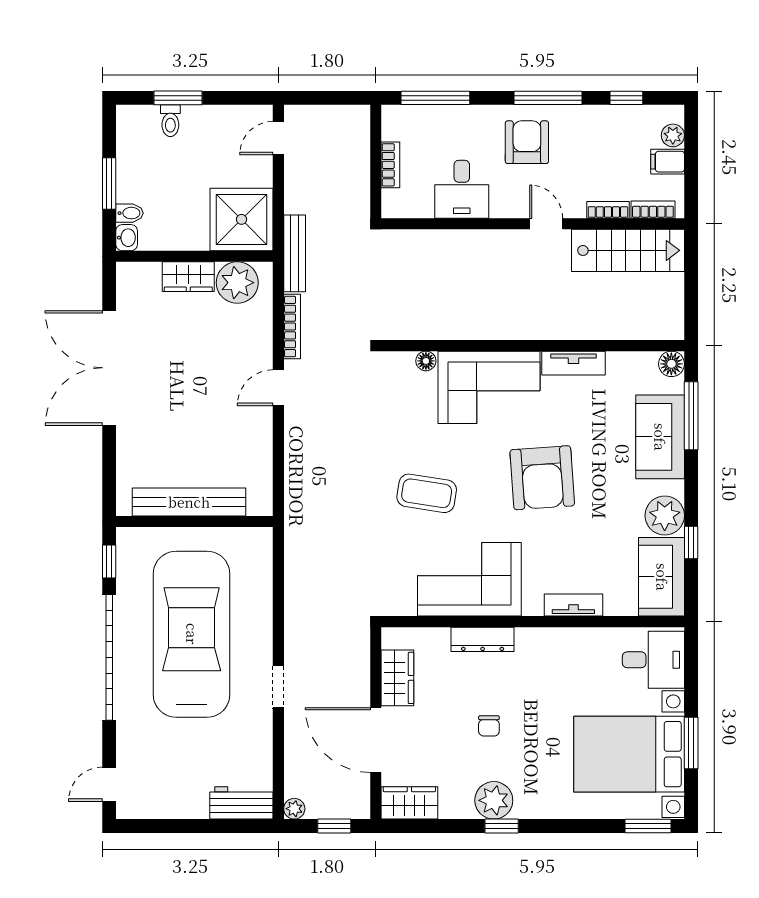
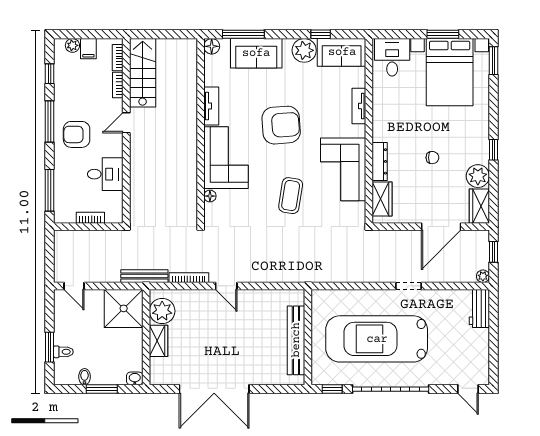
bidet: (130, 213) -> (85, 377), moved
wardrobe: (397, 678) -> (382, 199), moved, turned 90
plant: (494, 800) -> (478, 176), moved

